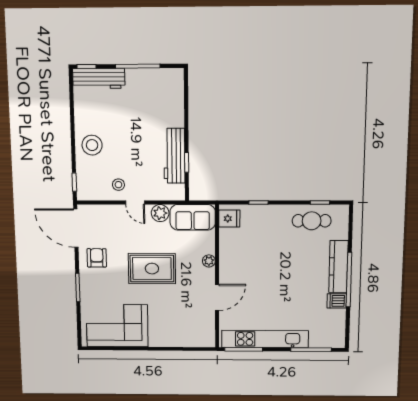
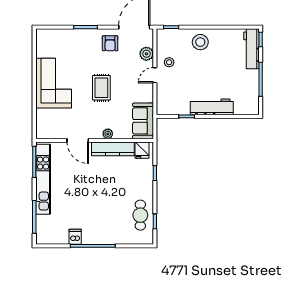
workbench: (174, 156) -> (212, 107), moved
plant: (160, 213) -> (146, 54), moved
armchair: (97, 258) -> (110, 43), turned 90
kitchen counter: (339, 267) -> (113, 149), moved, turned 180
rug: (152, 269) -> (101, 88), width x0.73, depth x0.70
corner sofa: (117, 326) -> (54, 83), moved

